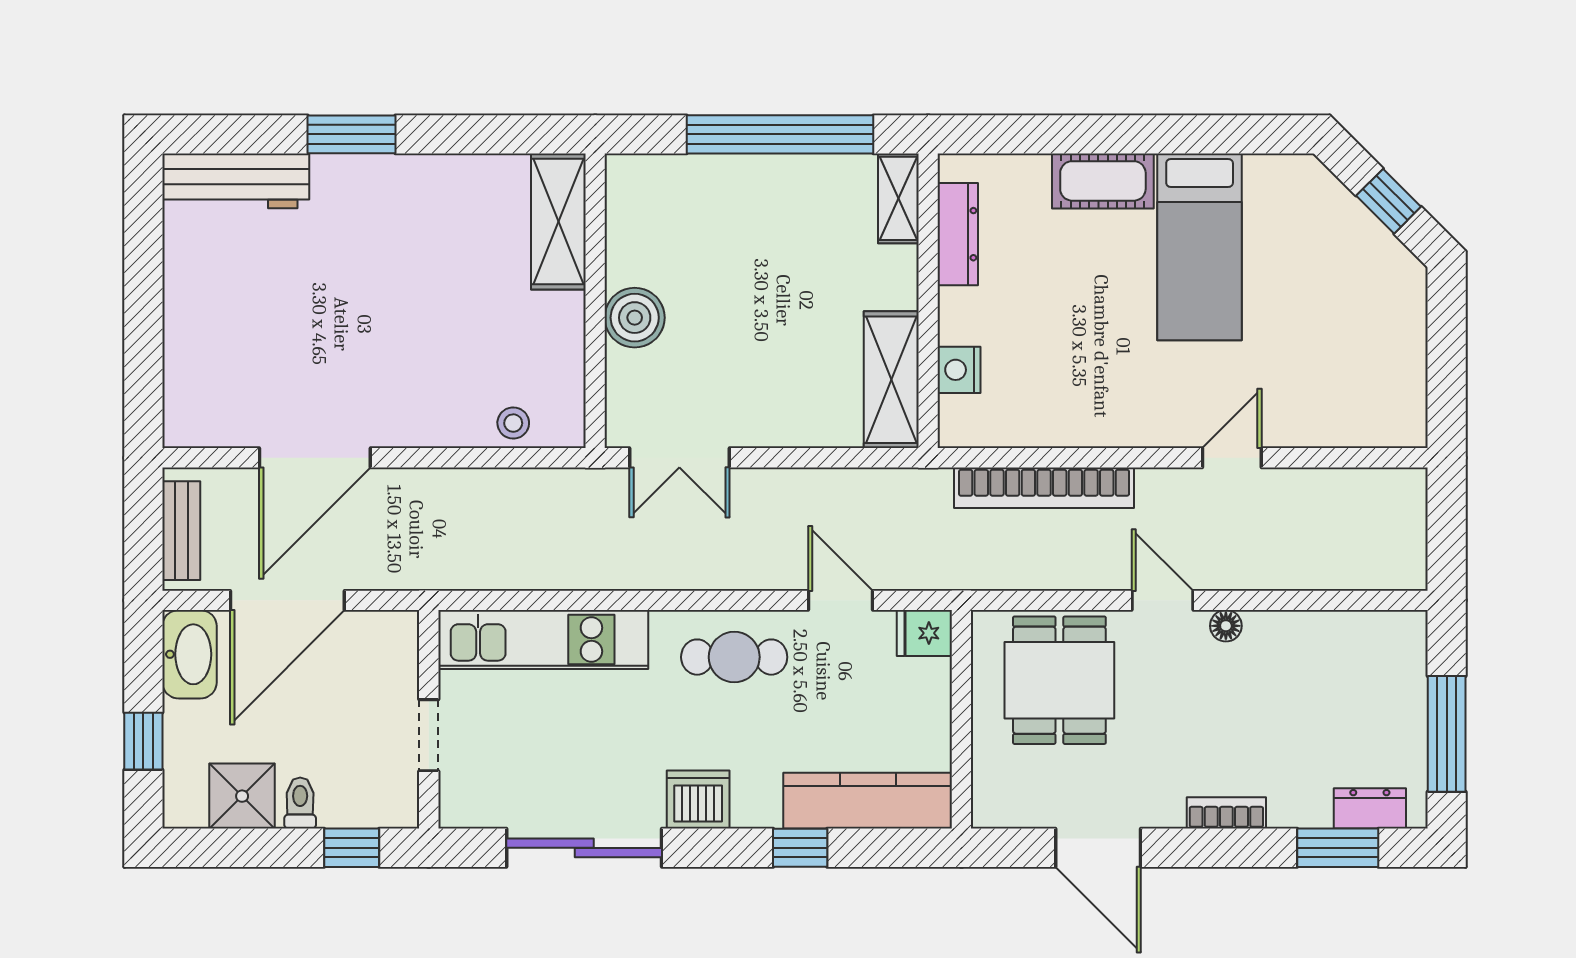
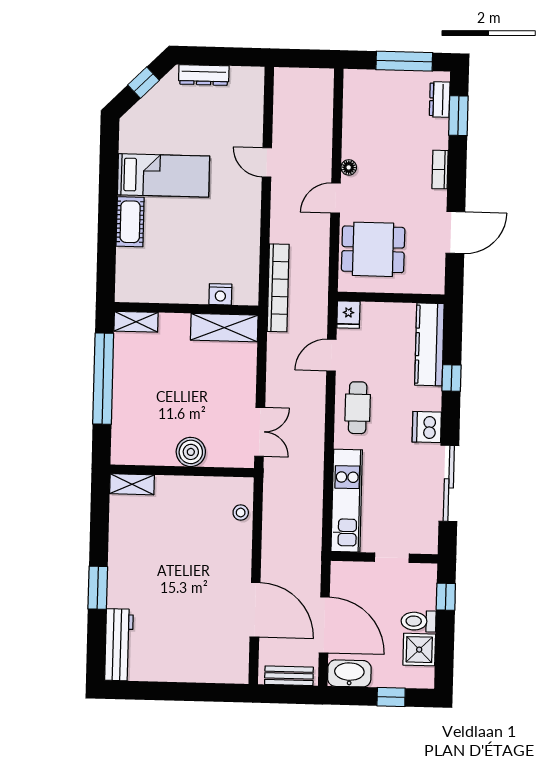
shelving: (558, 221) -> (132, 484), width x0.67, depth x0.75
dresser: (958, 234) -> (204, 75), moved, turned 180
bookcase: (1044, 488) -> (278, 288), moved
toilet: (300, 803) -> (419, 621), width x1.37, depth x1.39

